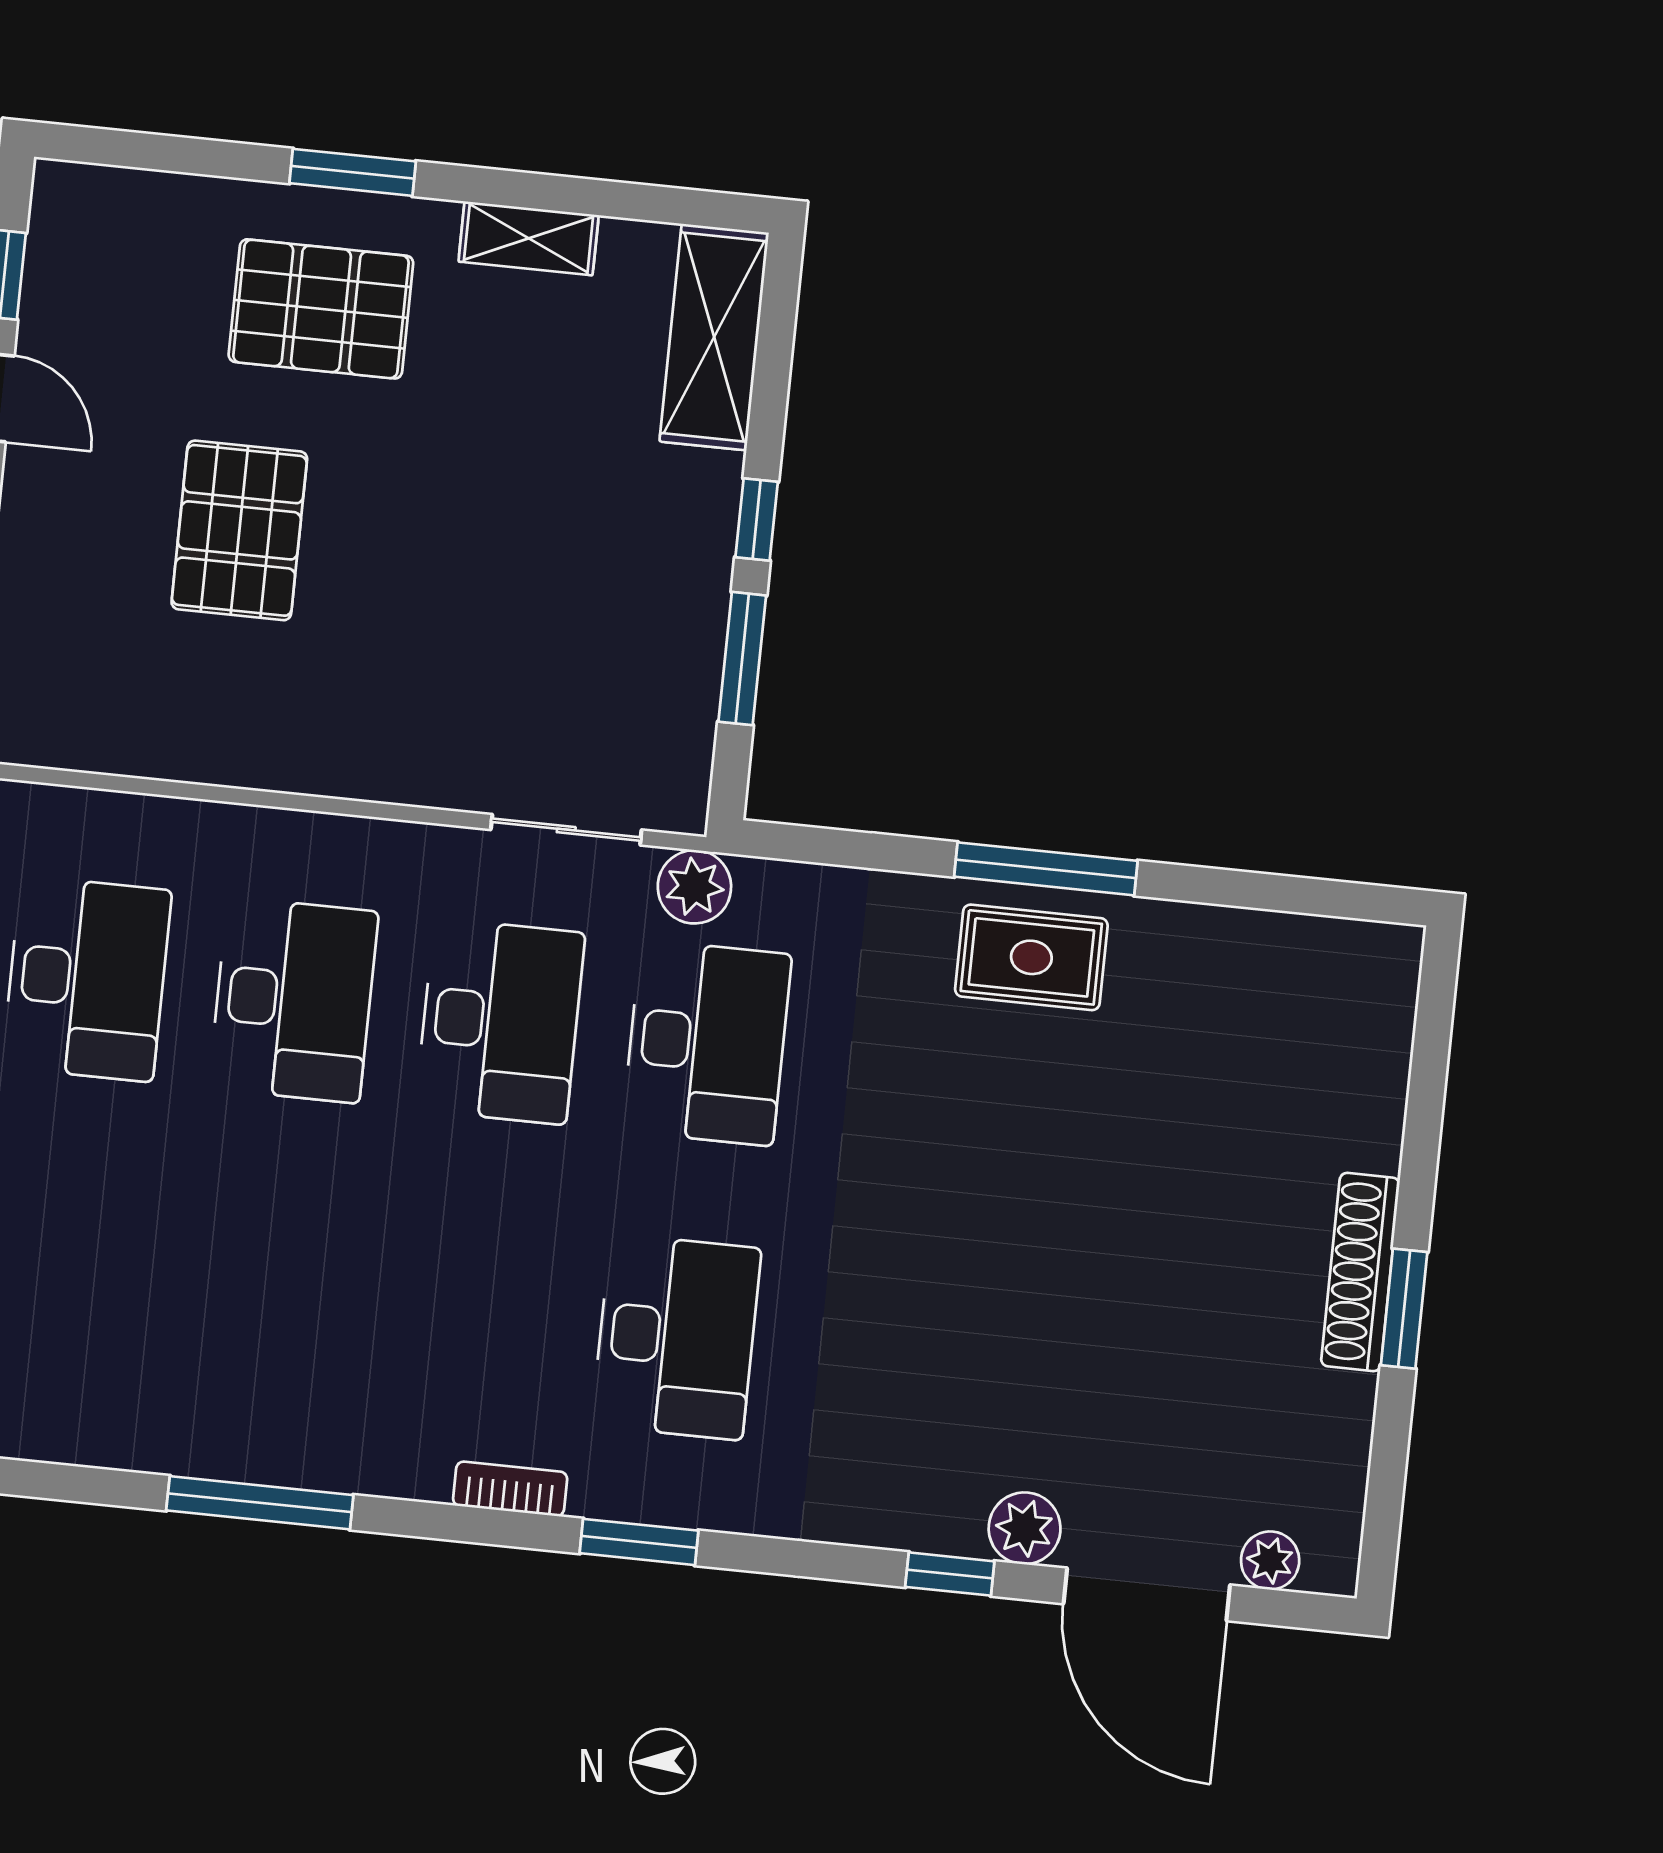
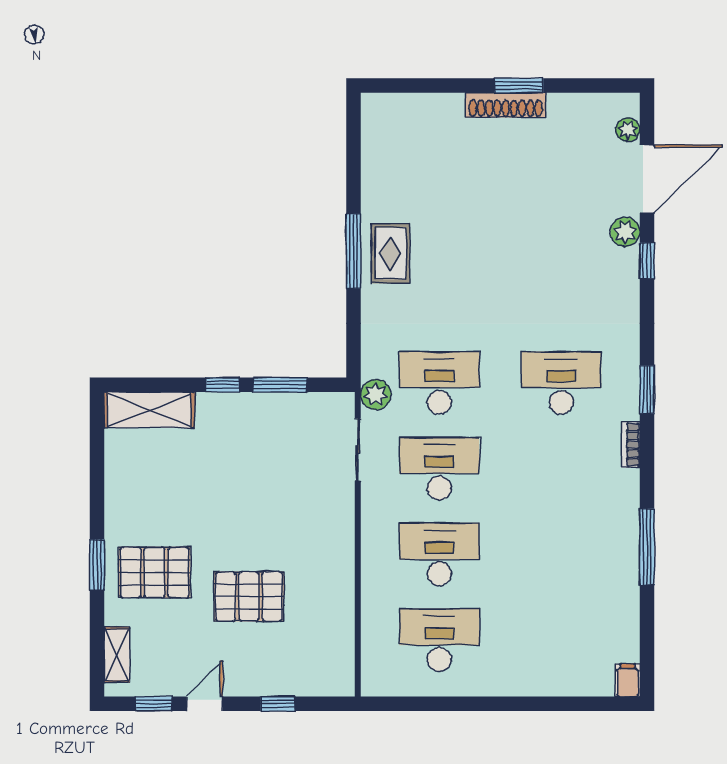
shelving: (529, 238) -> (117, 655), moved
pallet: (321, 309) -> (155, 572), turned 90

